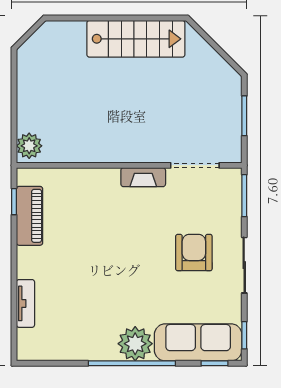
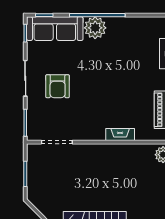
fireplace: (143, 177) -> (120, 135), moved

